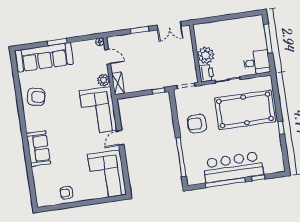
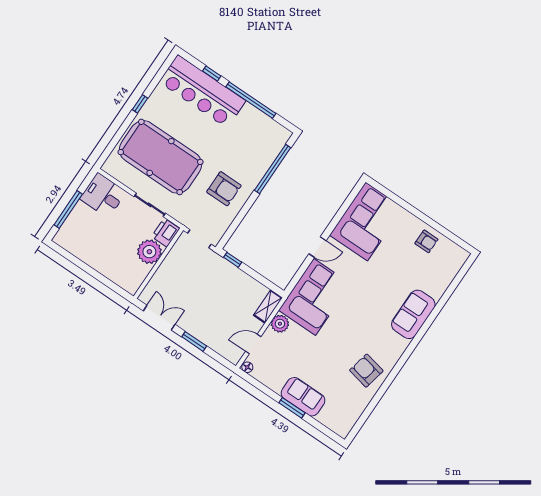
sofa: (44, 57) -> (303, 397), width x0.54, depth x0.79
door: (108, 57) -> (253, 344), hinge flipped
bar counter: (233, 167) -> (202, 91), moved

